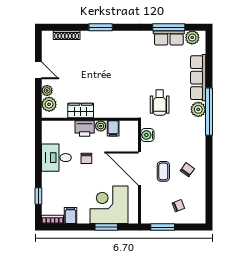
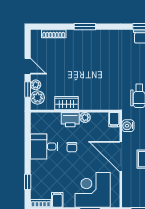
window: (38, 96) -> (28, 89), added
filing cabinet: (113, 128) -> (114, 120), moved

